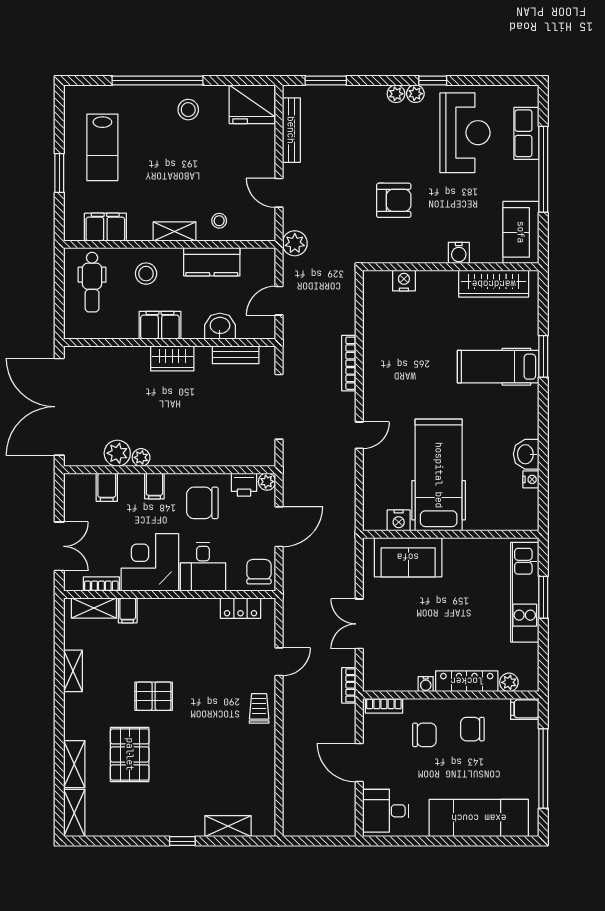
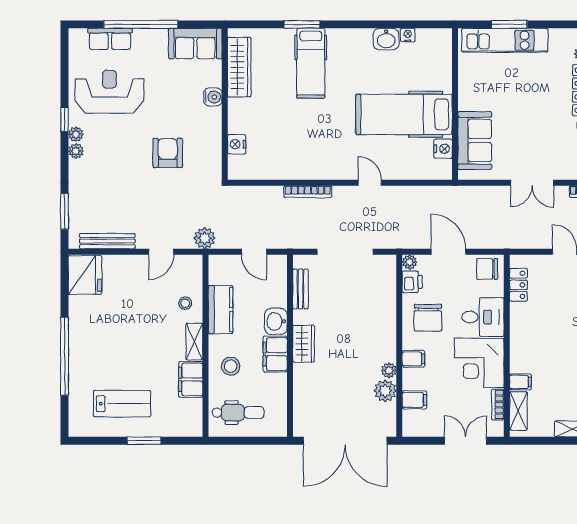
stool: (188, 110) -> (90, 330), removed
filing cabinet: (105, 227) -> (191, 379), moved
washbasin: (220, 326) -> (276, 321), moved

